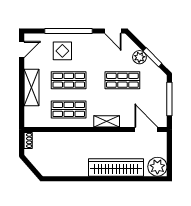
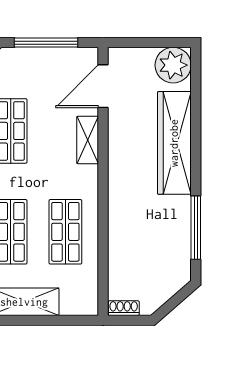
shelving: (107, 121) -> (88, 140), moved
window: (71, 179) -> (196, 228), added

